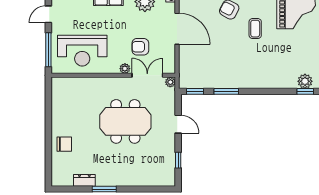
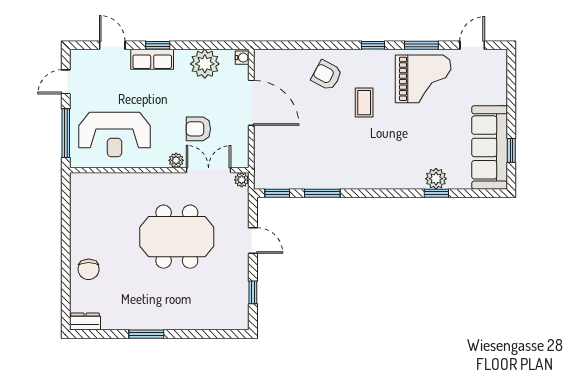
chair: (64, 144) -> (89, 269), turned 90
dresser: (84, 180) -> (85, 322), moved

